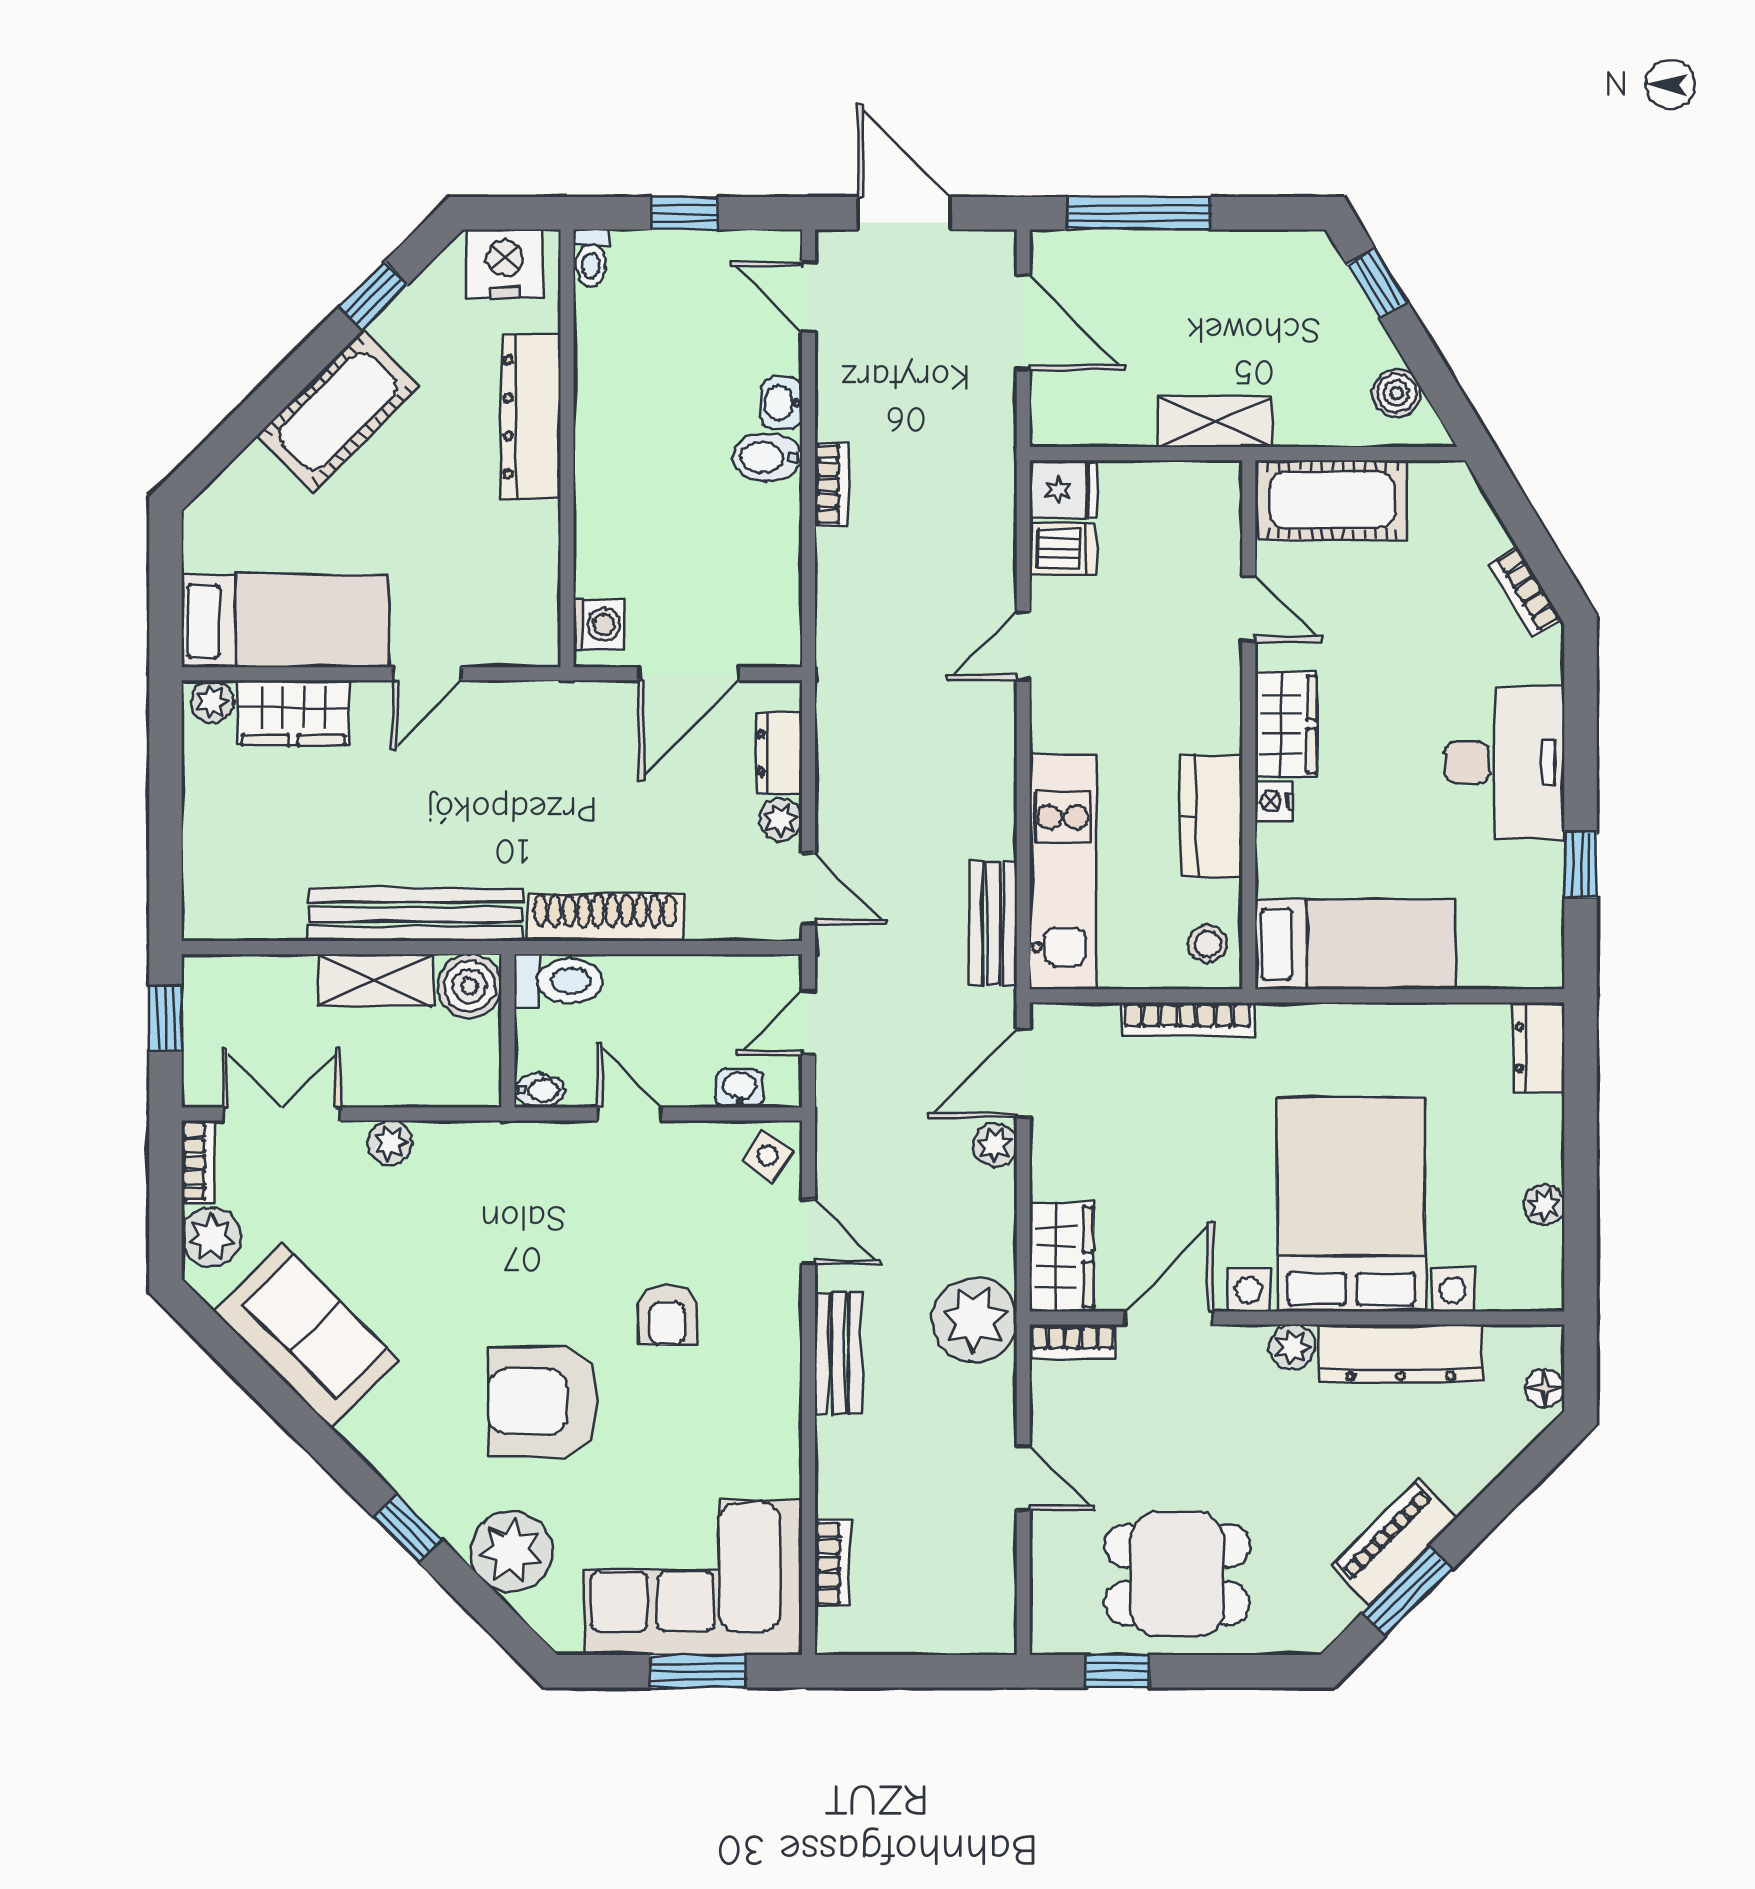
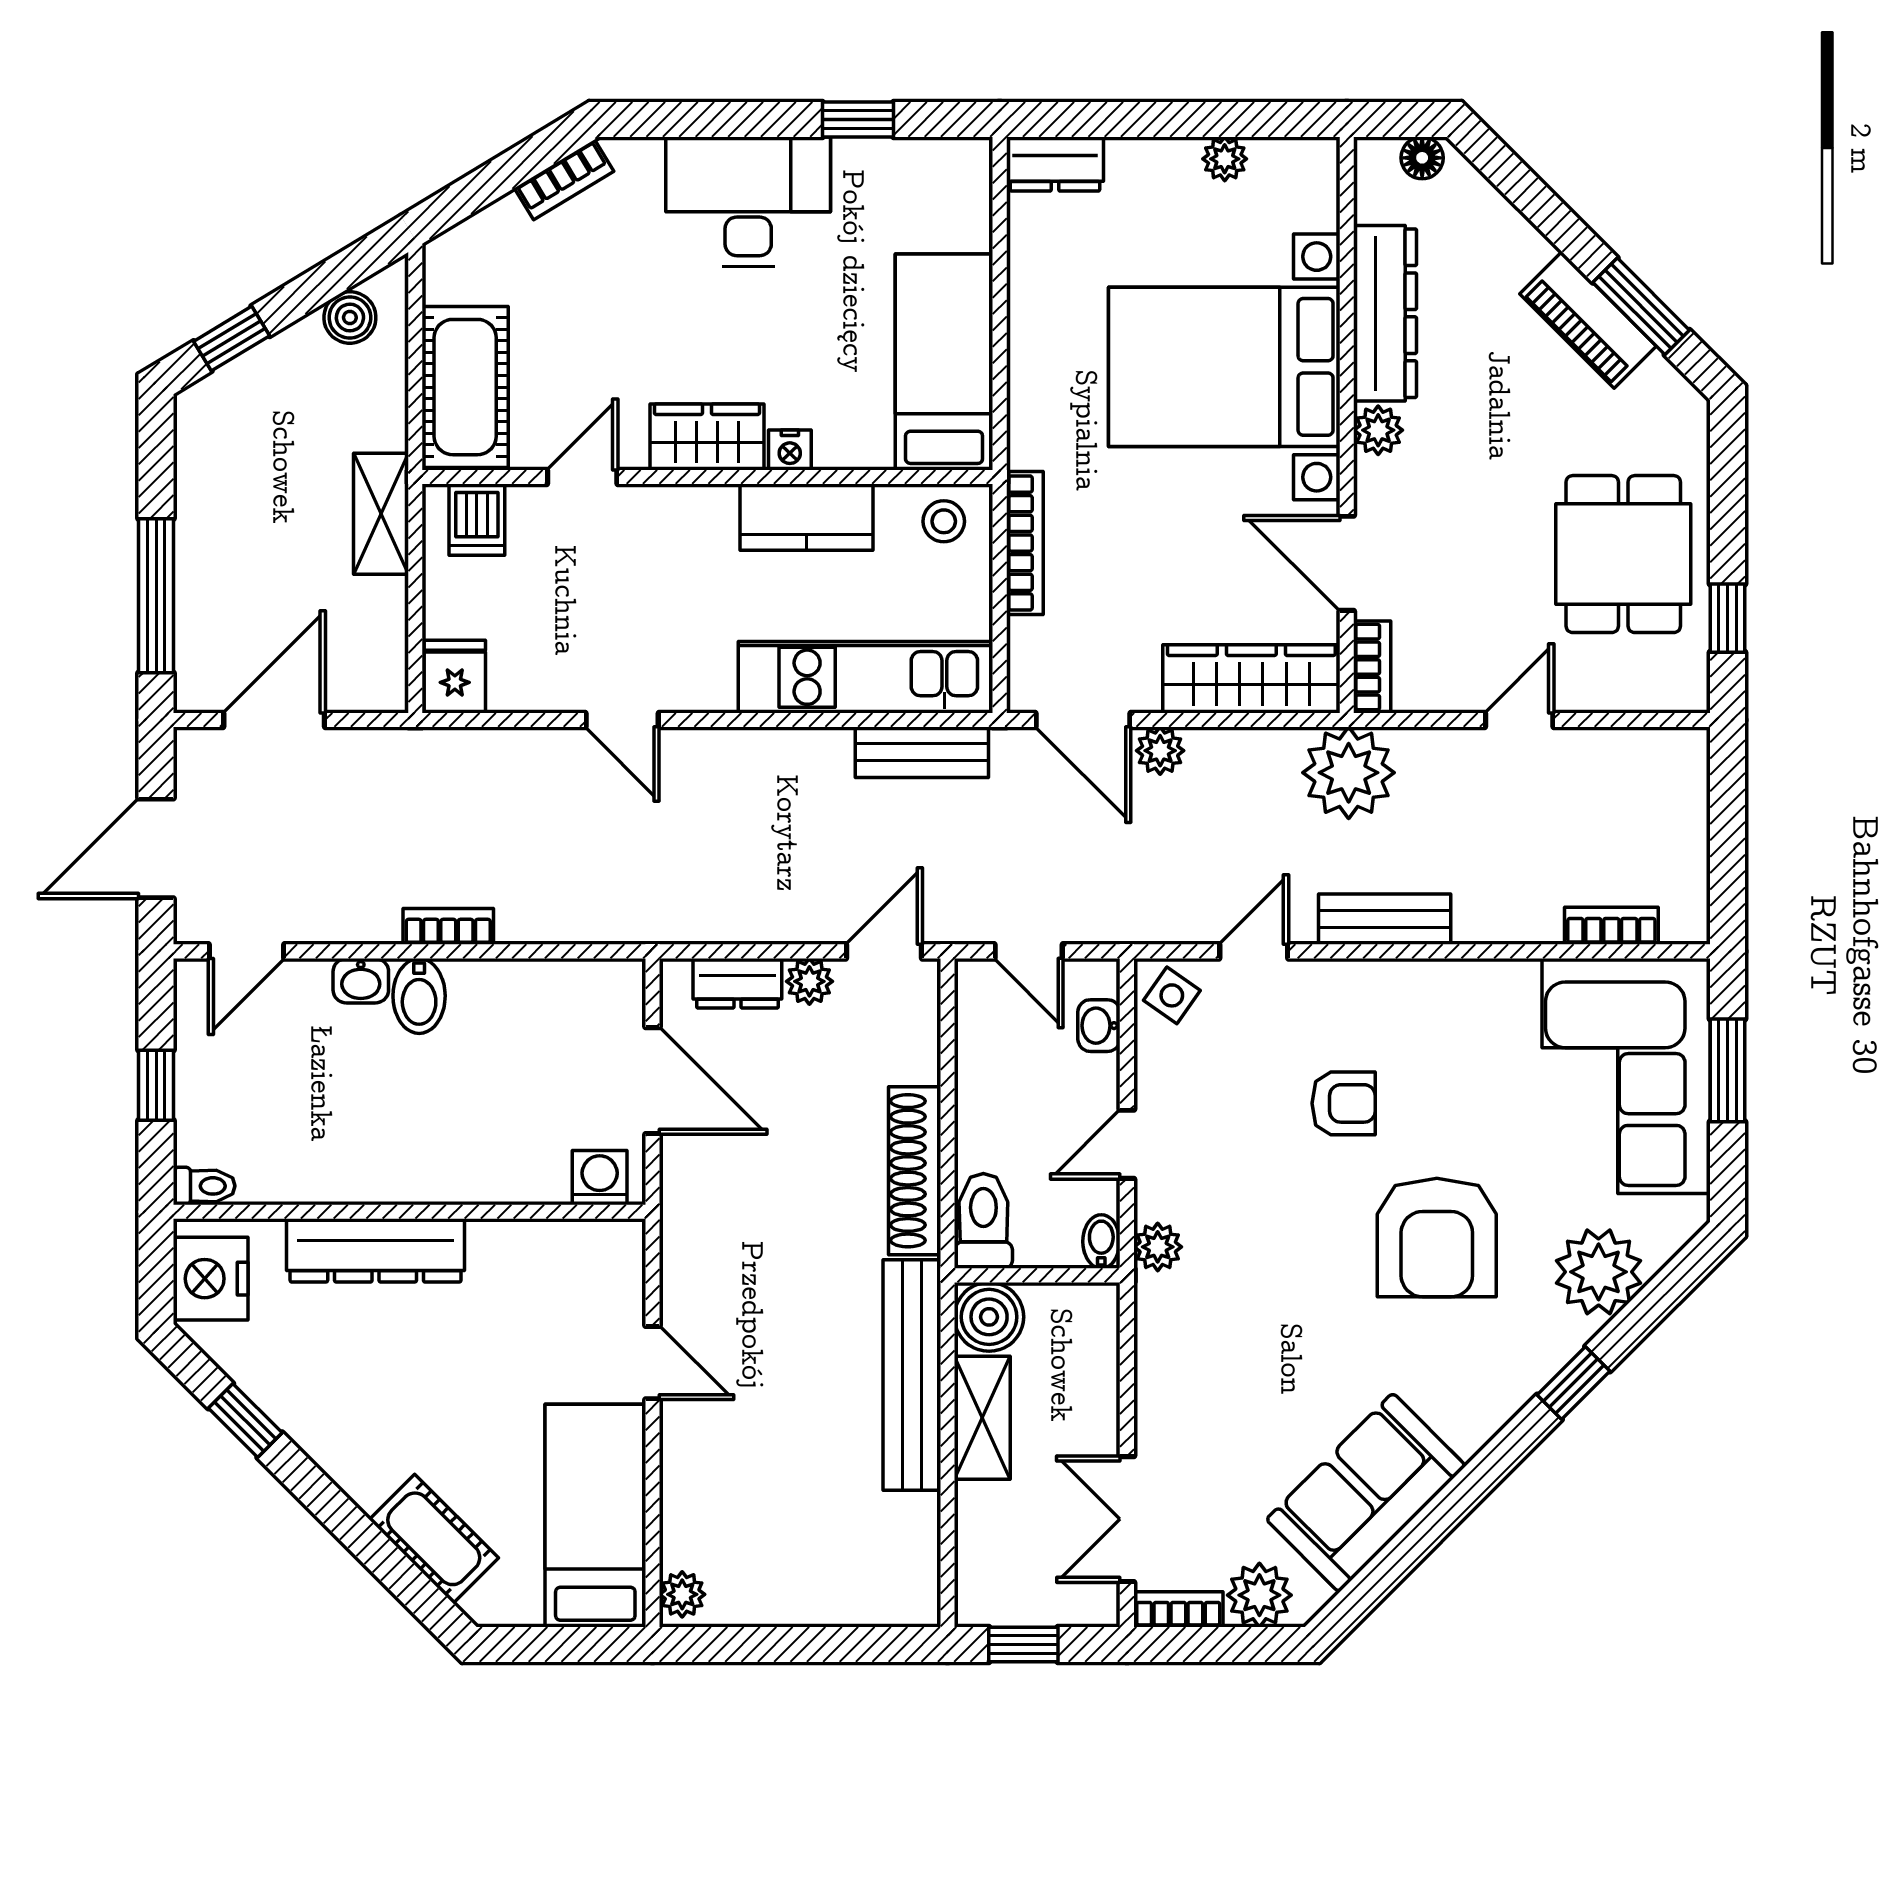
cot: (338, 411) -> (434, 1539), moved, width x0.73, depth x0.75
dishwasher: (1063, 549) -> (477, 520), moved, turned 180
wardrobe: (293, 713) -> (694, 1507), removed
plant: (390, 1143) -> (1158, 1247), moved
wardrobe: (1061, 1257) -> (1251, 679), width x1.50

